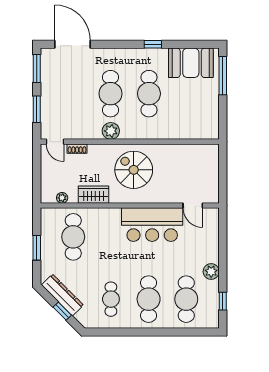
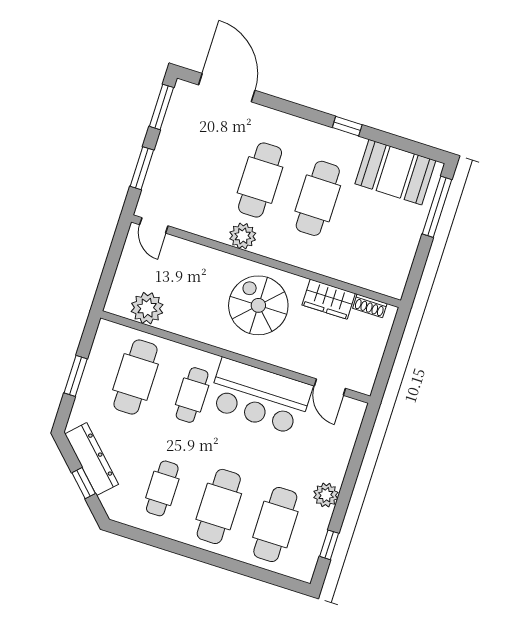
shoe rack: (77, 149) -> (370, 306), moved
wardrobe: (93, 195) -> (329, 299), moved, turned 180
plant: (62, 198) -> (147, 308), width x1.88, depth x1.88
cafe table: (111, 237) -> (192, 395), added

